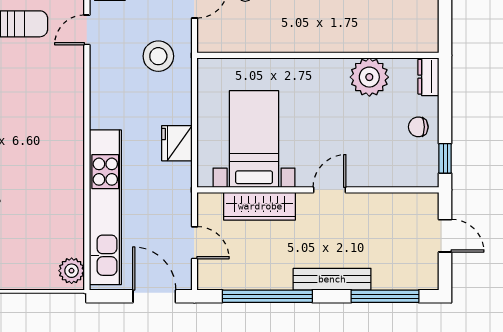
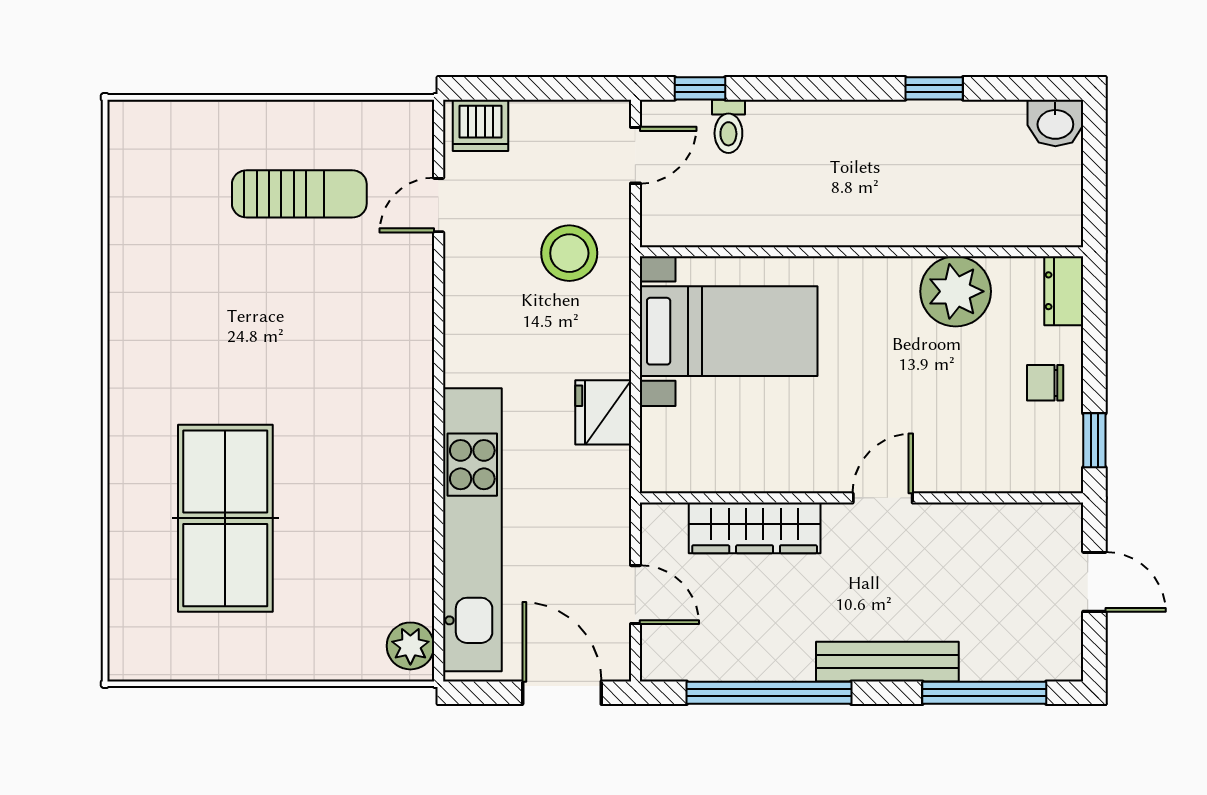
bed with nightstands: (254, 139) -> (729, 331), moved, turned 90

